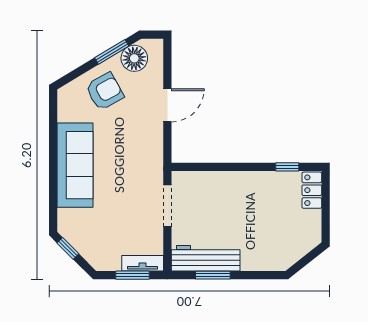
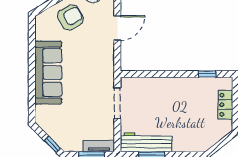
locker: (312, 190) -> (225, 105), moved
window: (68, 248) -> (53, 145), moved

